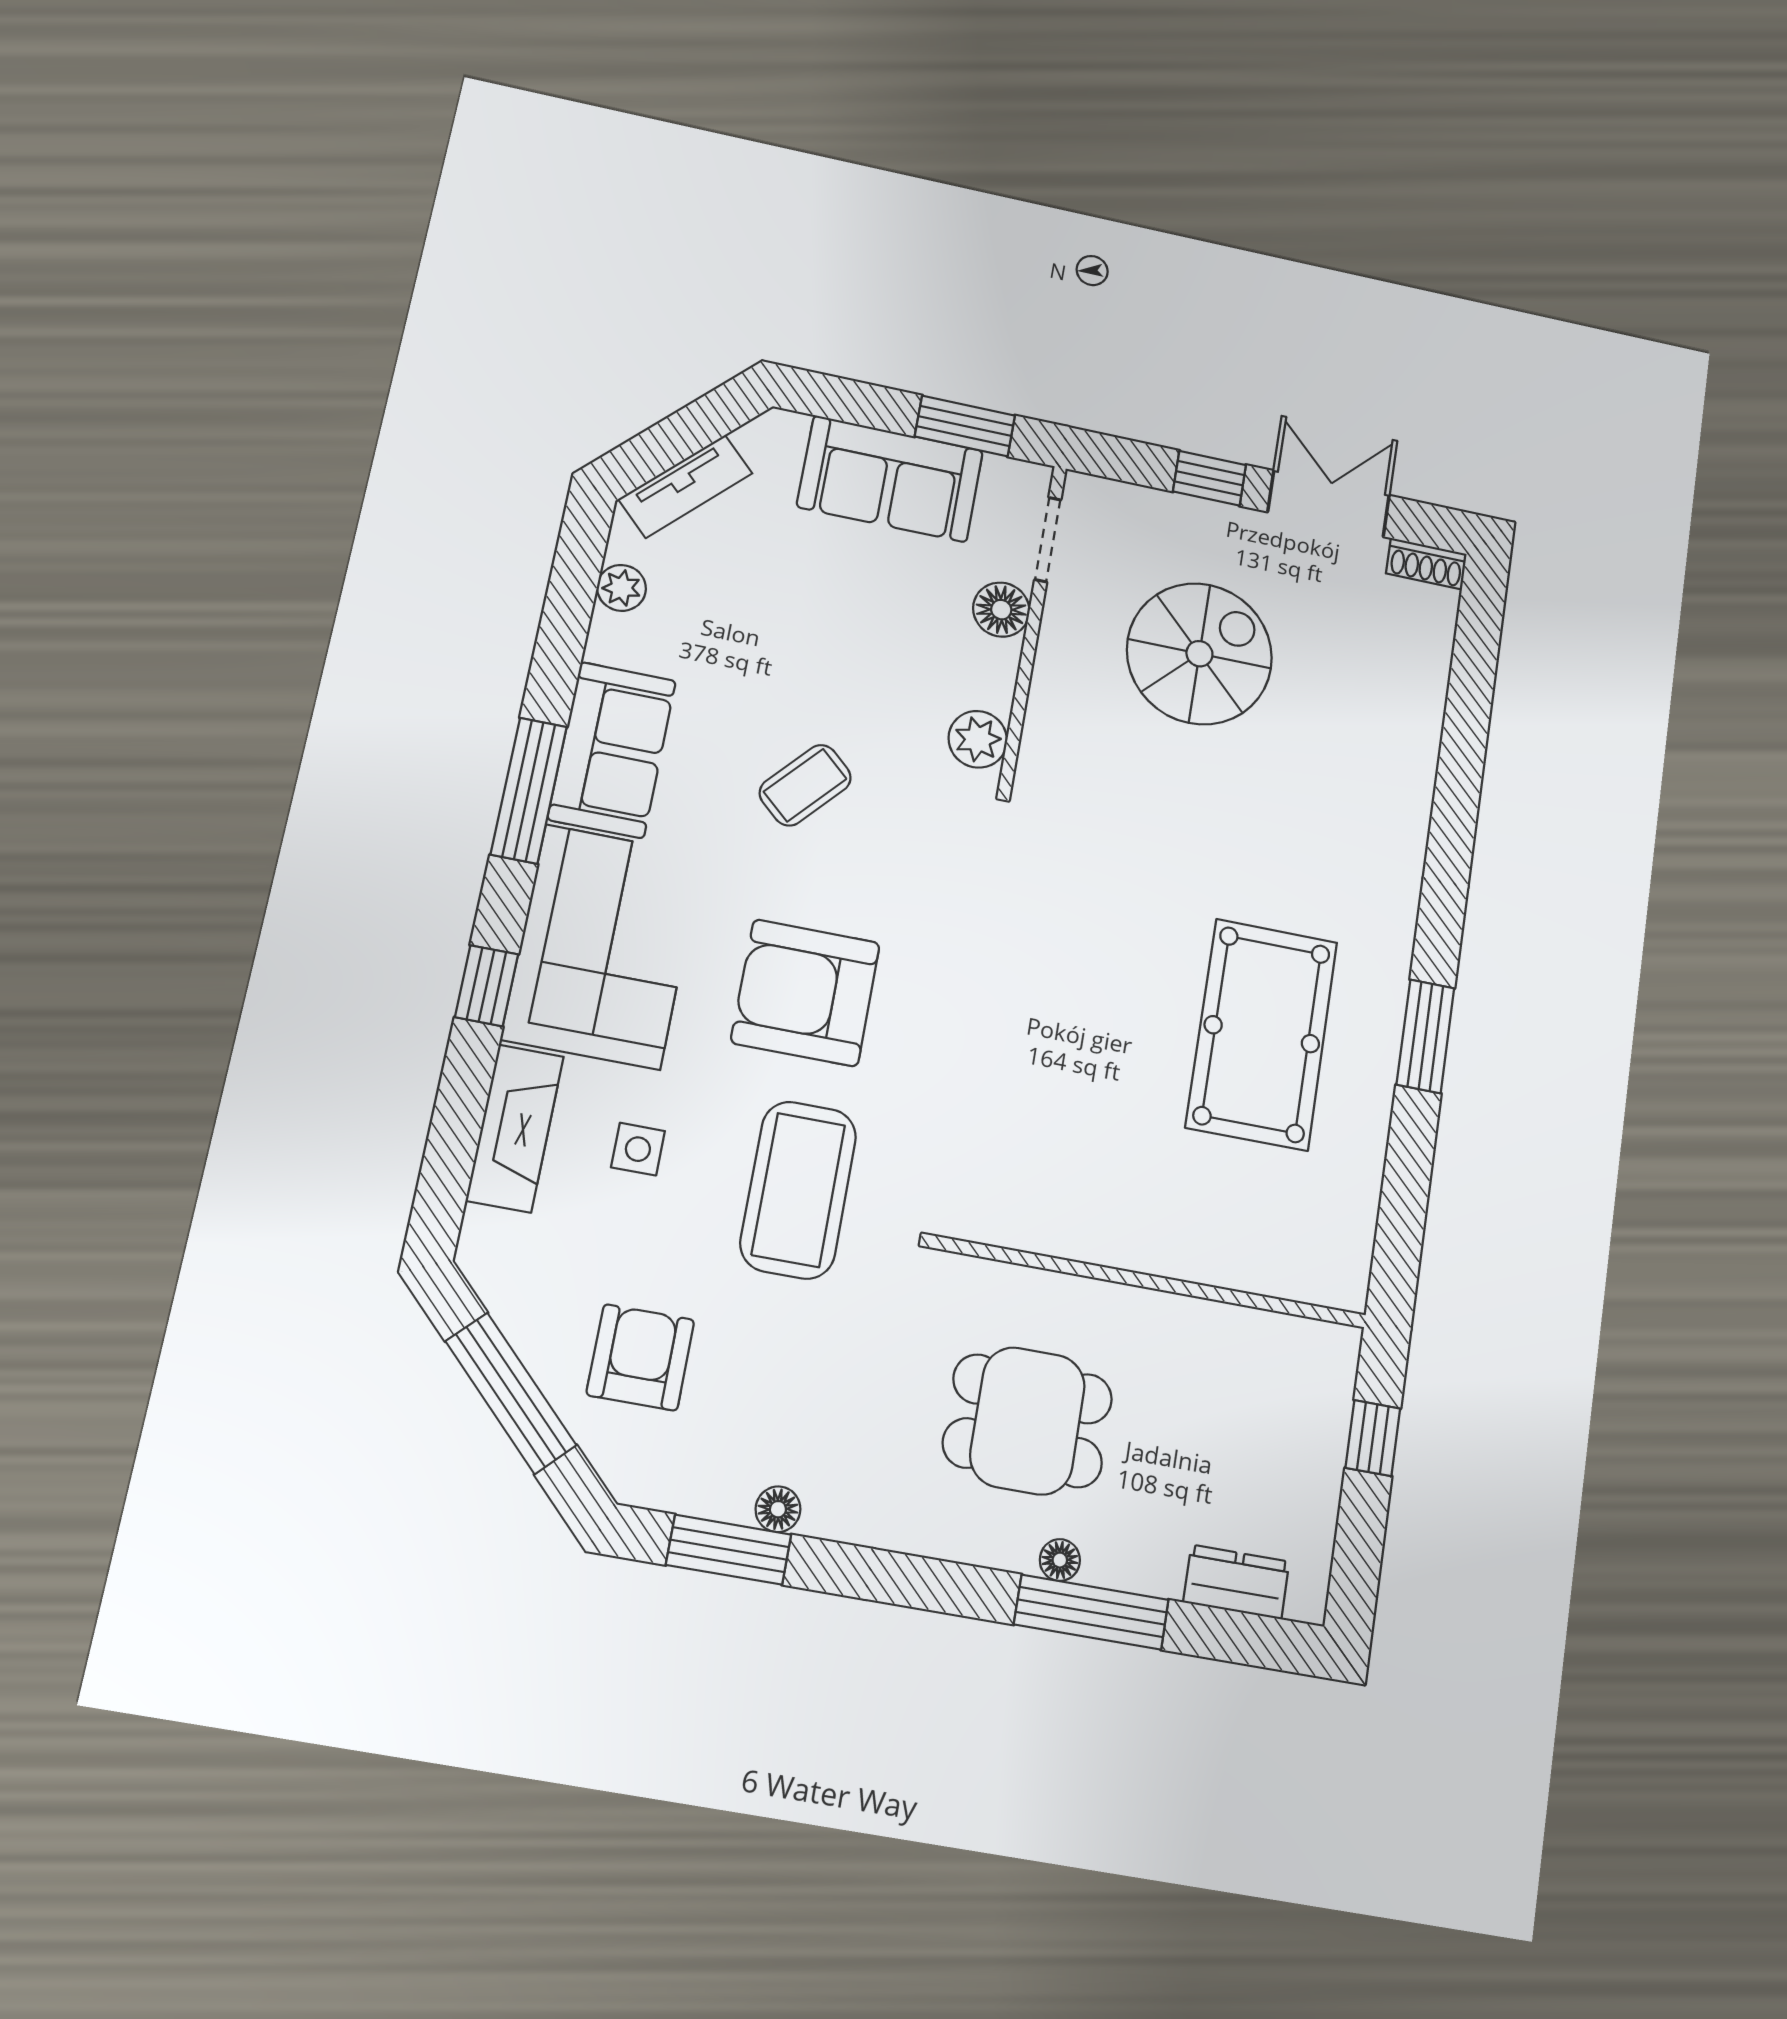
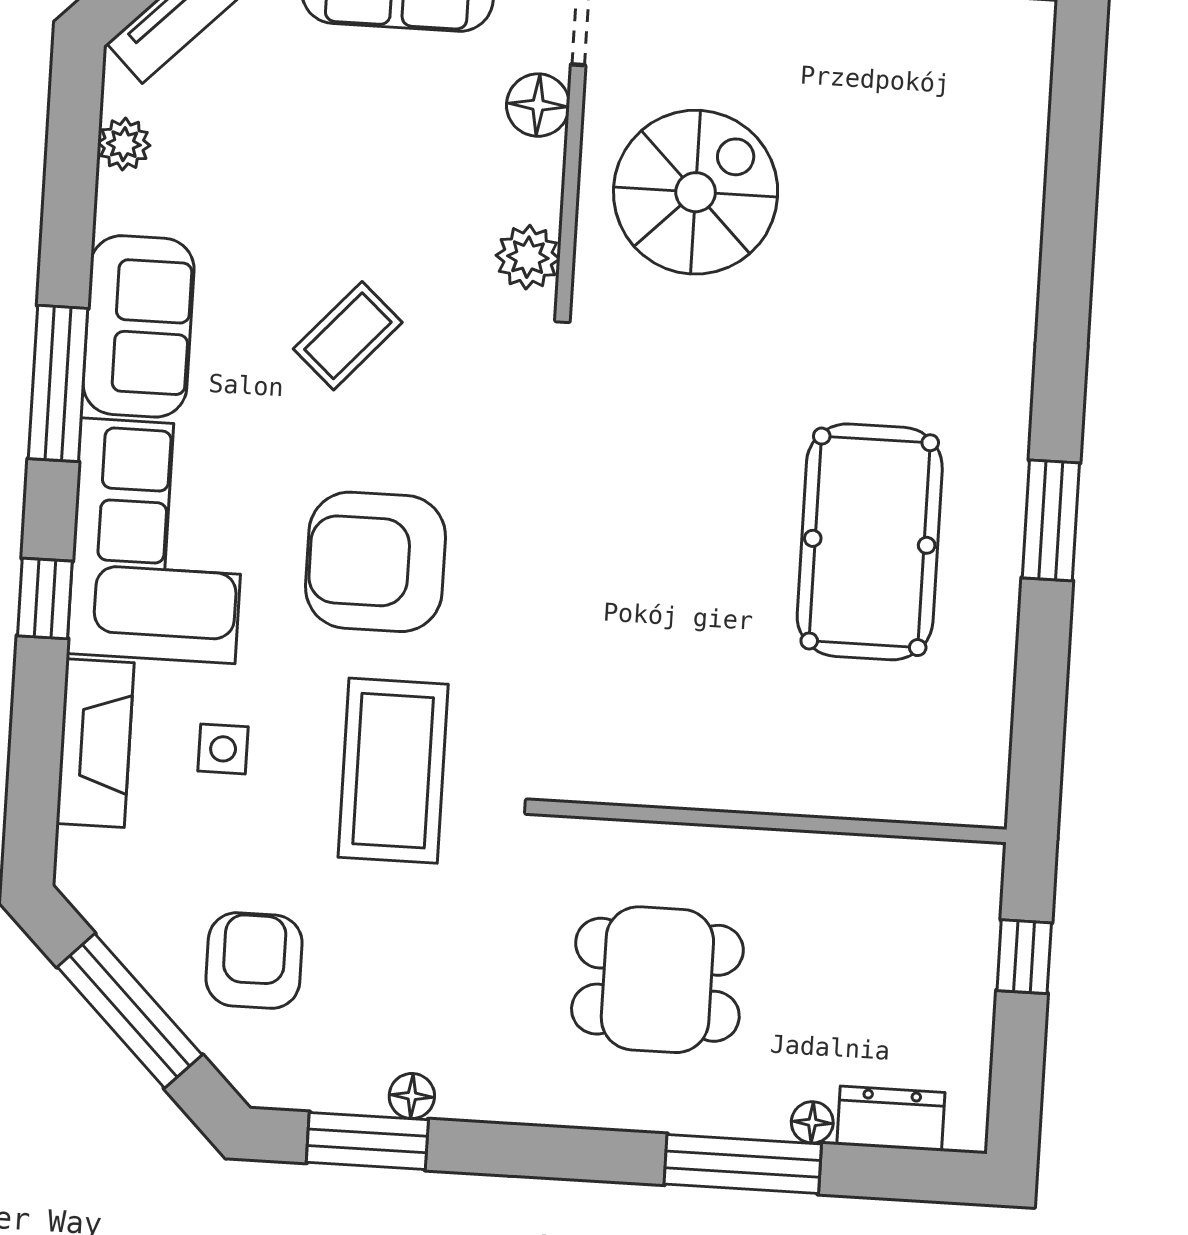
spiral stairs: (1199, 654) -> (696, 192), moved
floor lamp: (1060, 1560) -> (812, 1122), moved

